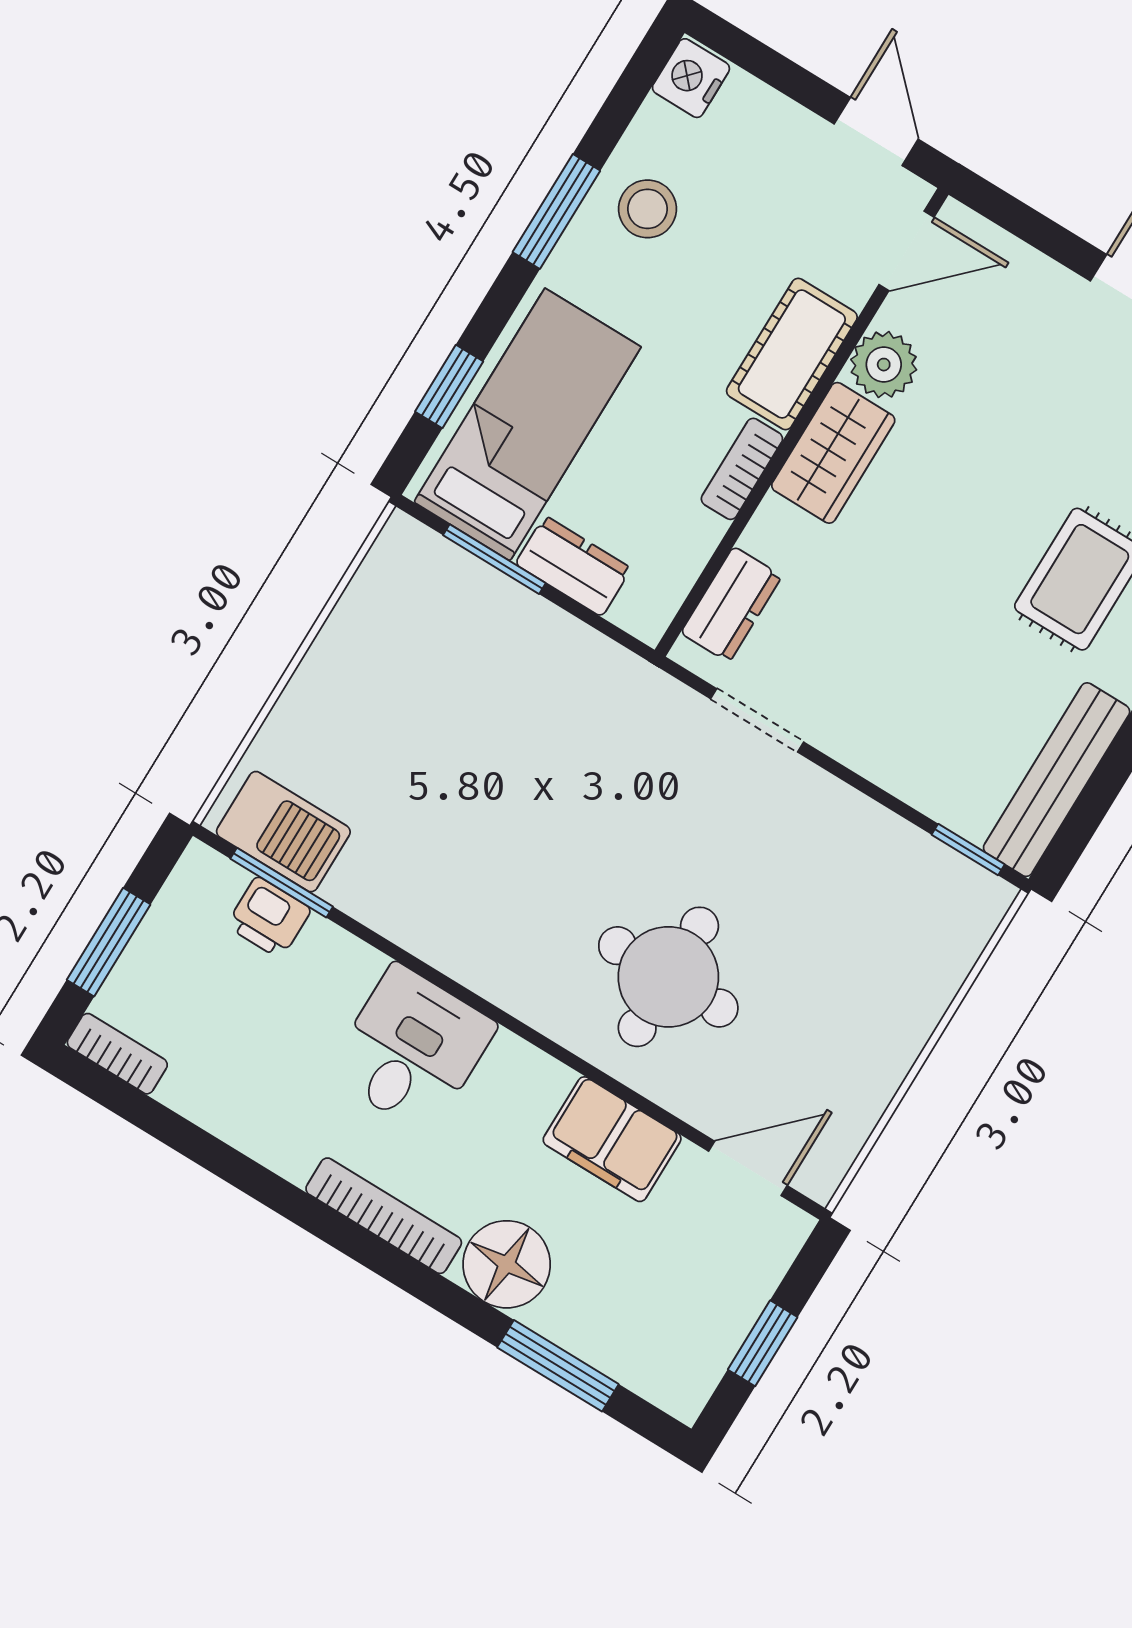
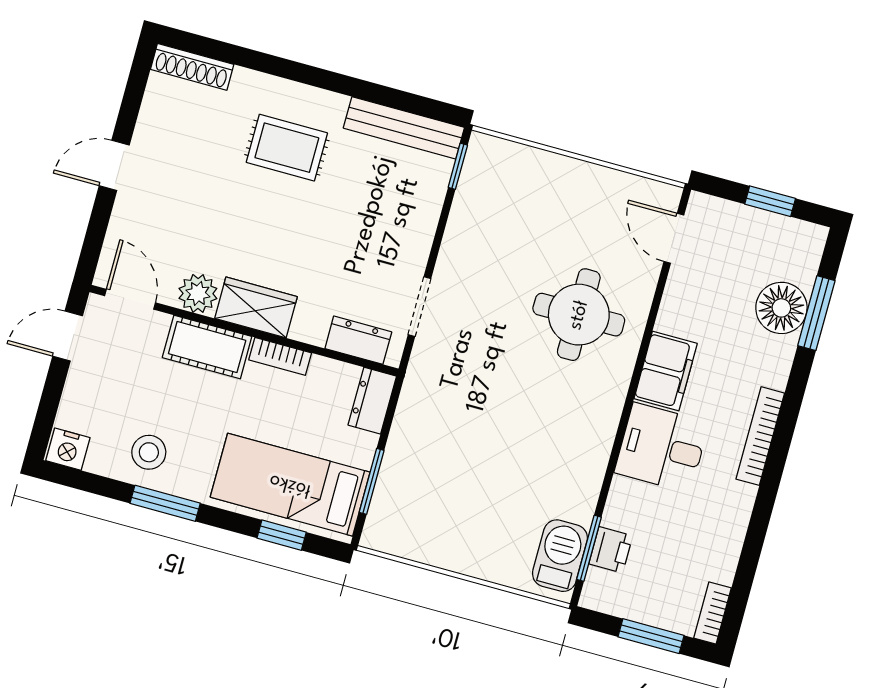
dresser: (573, 566) -> (372, 401), moved
filing cabinet: (612, 1139) -> (666, 371), moved
floor lamp: (507, 1264) -> (781, 308), moved

